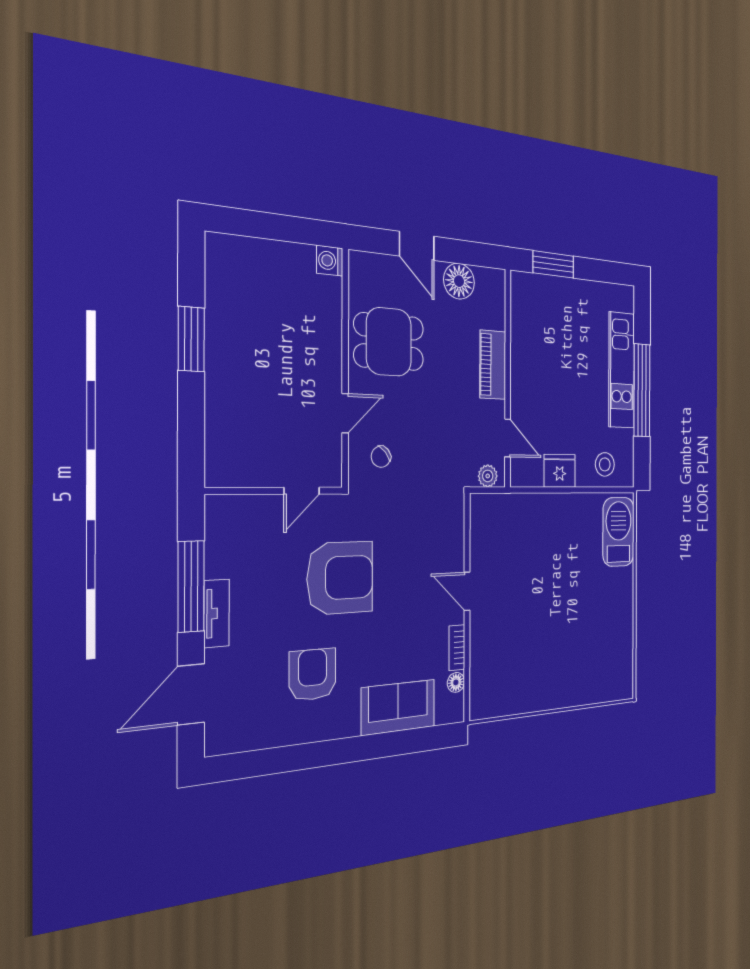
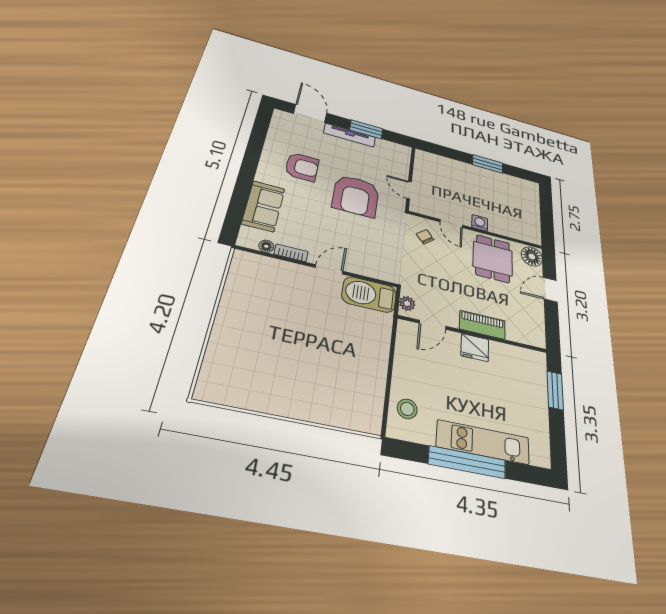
washing machine: (330, 261) -> (480, 223), moved
floor lamp: (459, 281) -> (532, 257), moved
fridge: (560, 471) -> (475, 348), moved, turned 90
barbecue: (619, 532) -> (369, 295), moved, turned 180
window: (191, 586) -> (366, 129), width x0.69
tv unit: (217, 613) -> (350, 135), width x1.41

